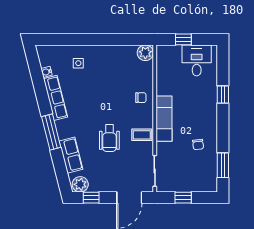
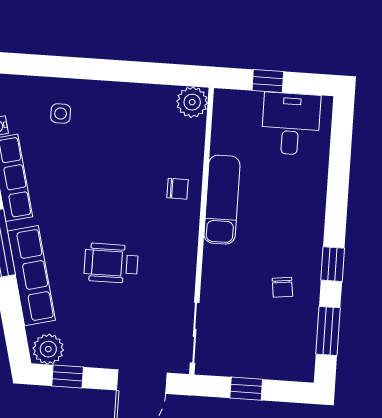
window: (223, 95) -> (333, 264), moved
exam couch: (164, 119) -> (222, 200), moved
coffee table: (142, 135) -> (174, 261), removed
wheelchair: (109, 138) -> (111, 263), turned 90
row of seats: (71, 155) -> (31, 276), width x1.48

